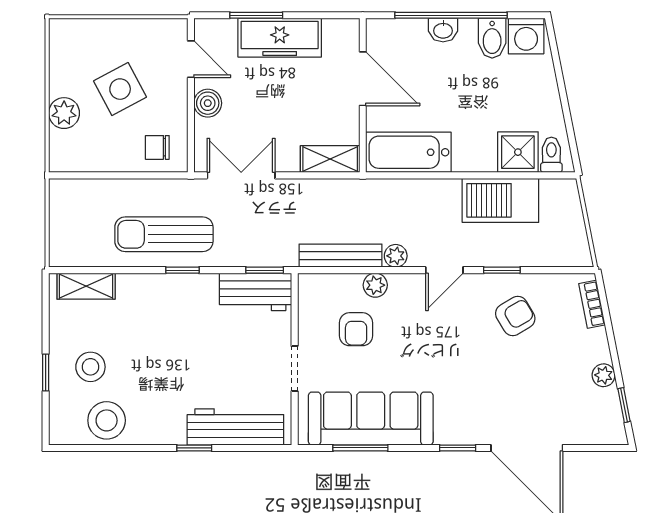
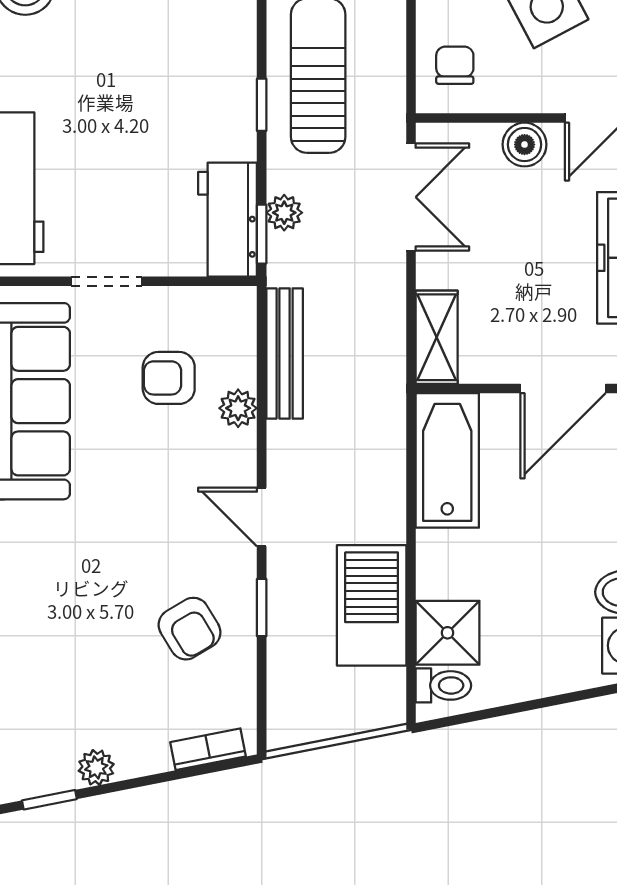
plant: (396, 256) -> (284, 213), moved

